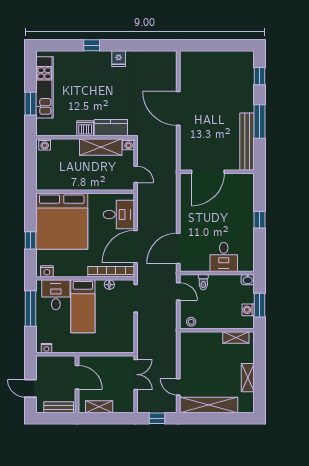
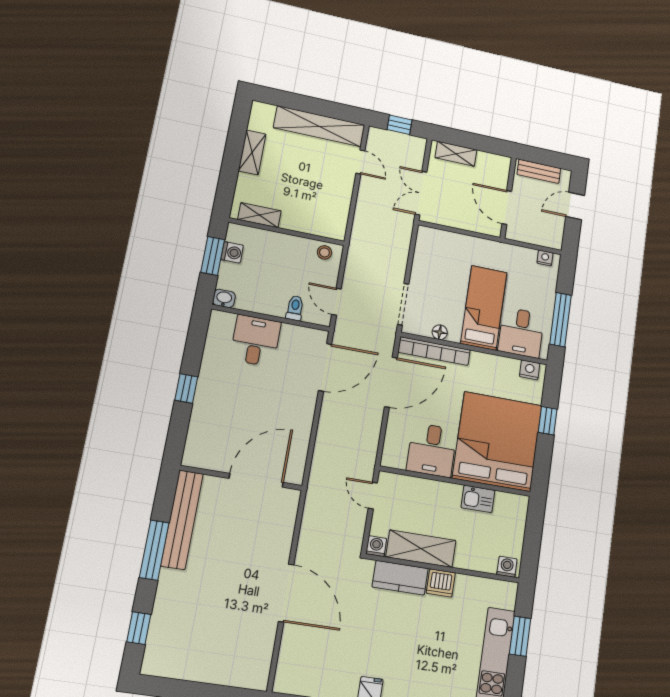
kitchen sink: (69, 183) -> (478, 499), added
desk: (119, 215) -> (432, 450), moved, turned -90
door: (30, 388) -> (575, 206), swing flipped
shelving: (99, 407) -> (456, 154), moved

